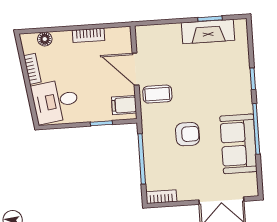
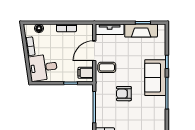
tv unit: (158, 33) -> (110, 29), added
door: (136, 69) -> (94, 51), hinge flipped
armchair: (188, 134) -> (124, 94), turned 180
sofa: (239, 144) -> (155, 78), moved

